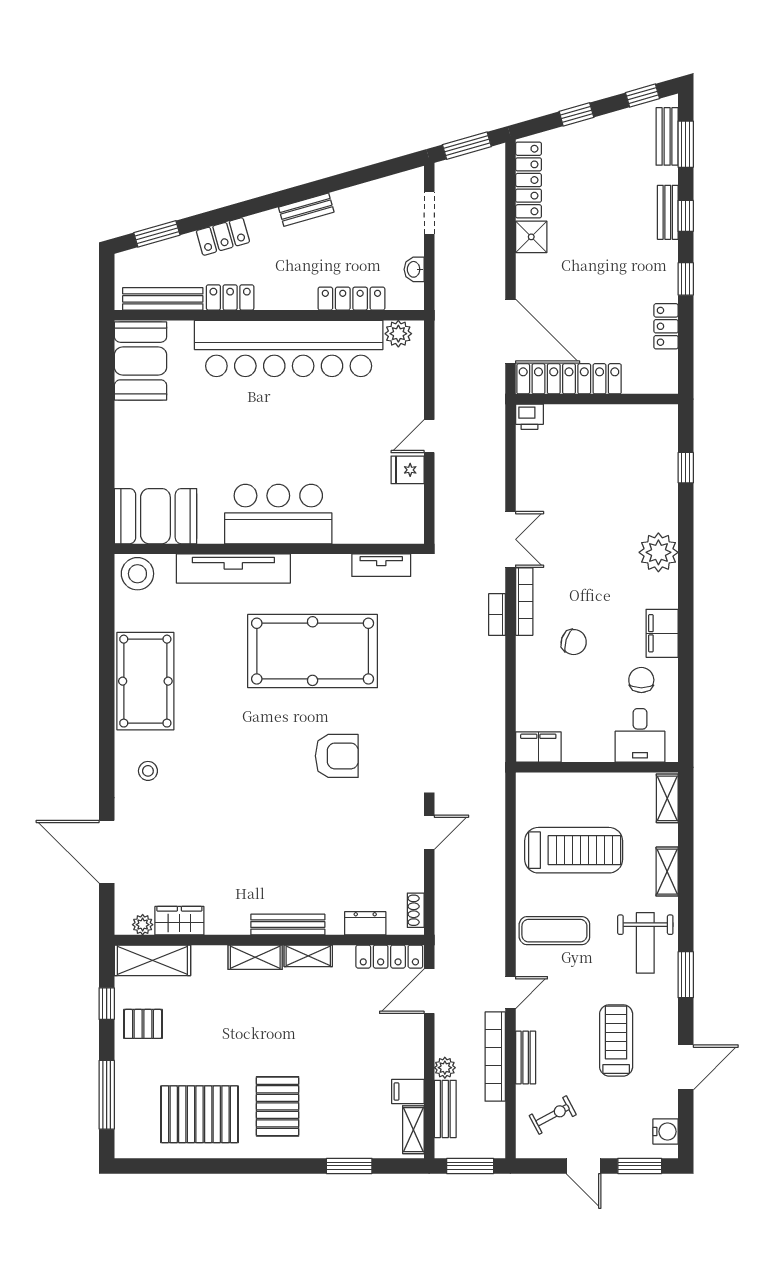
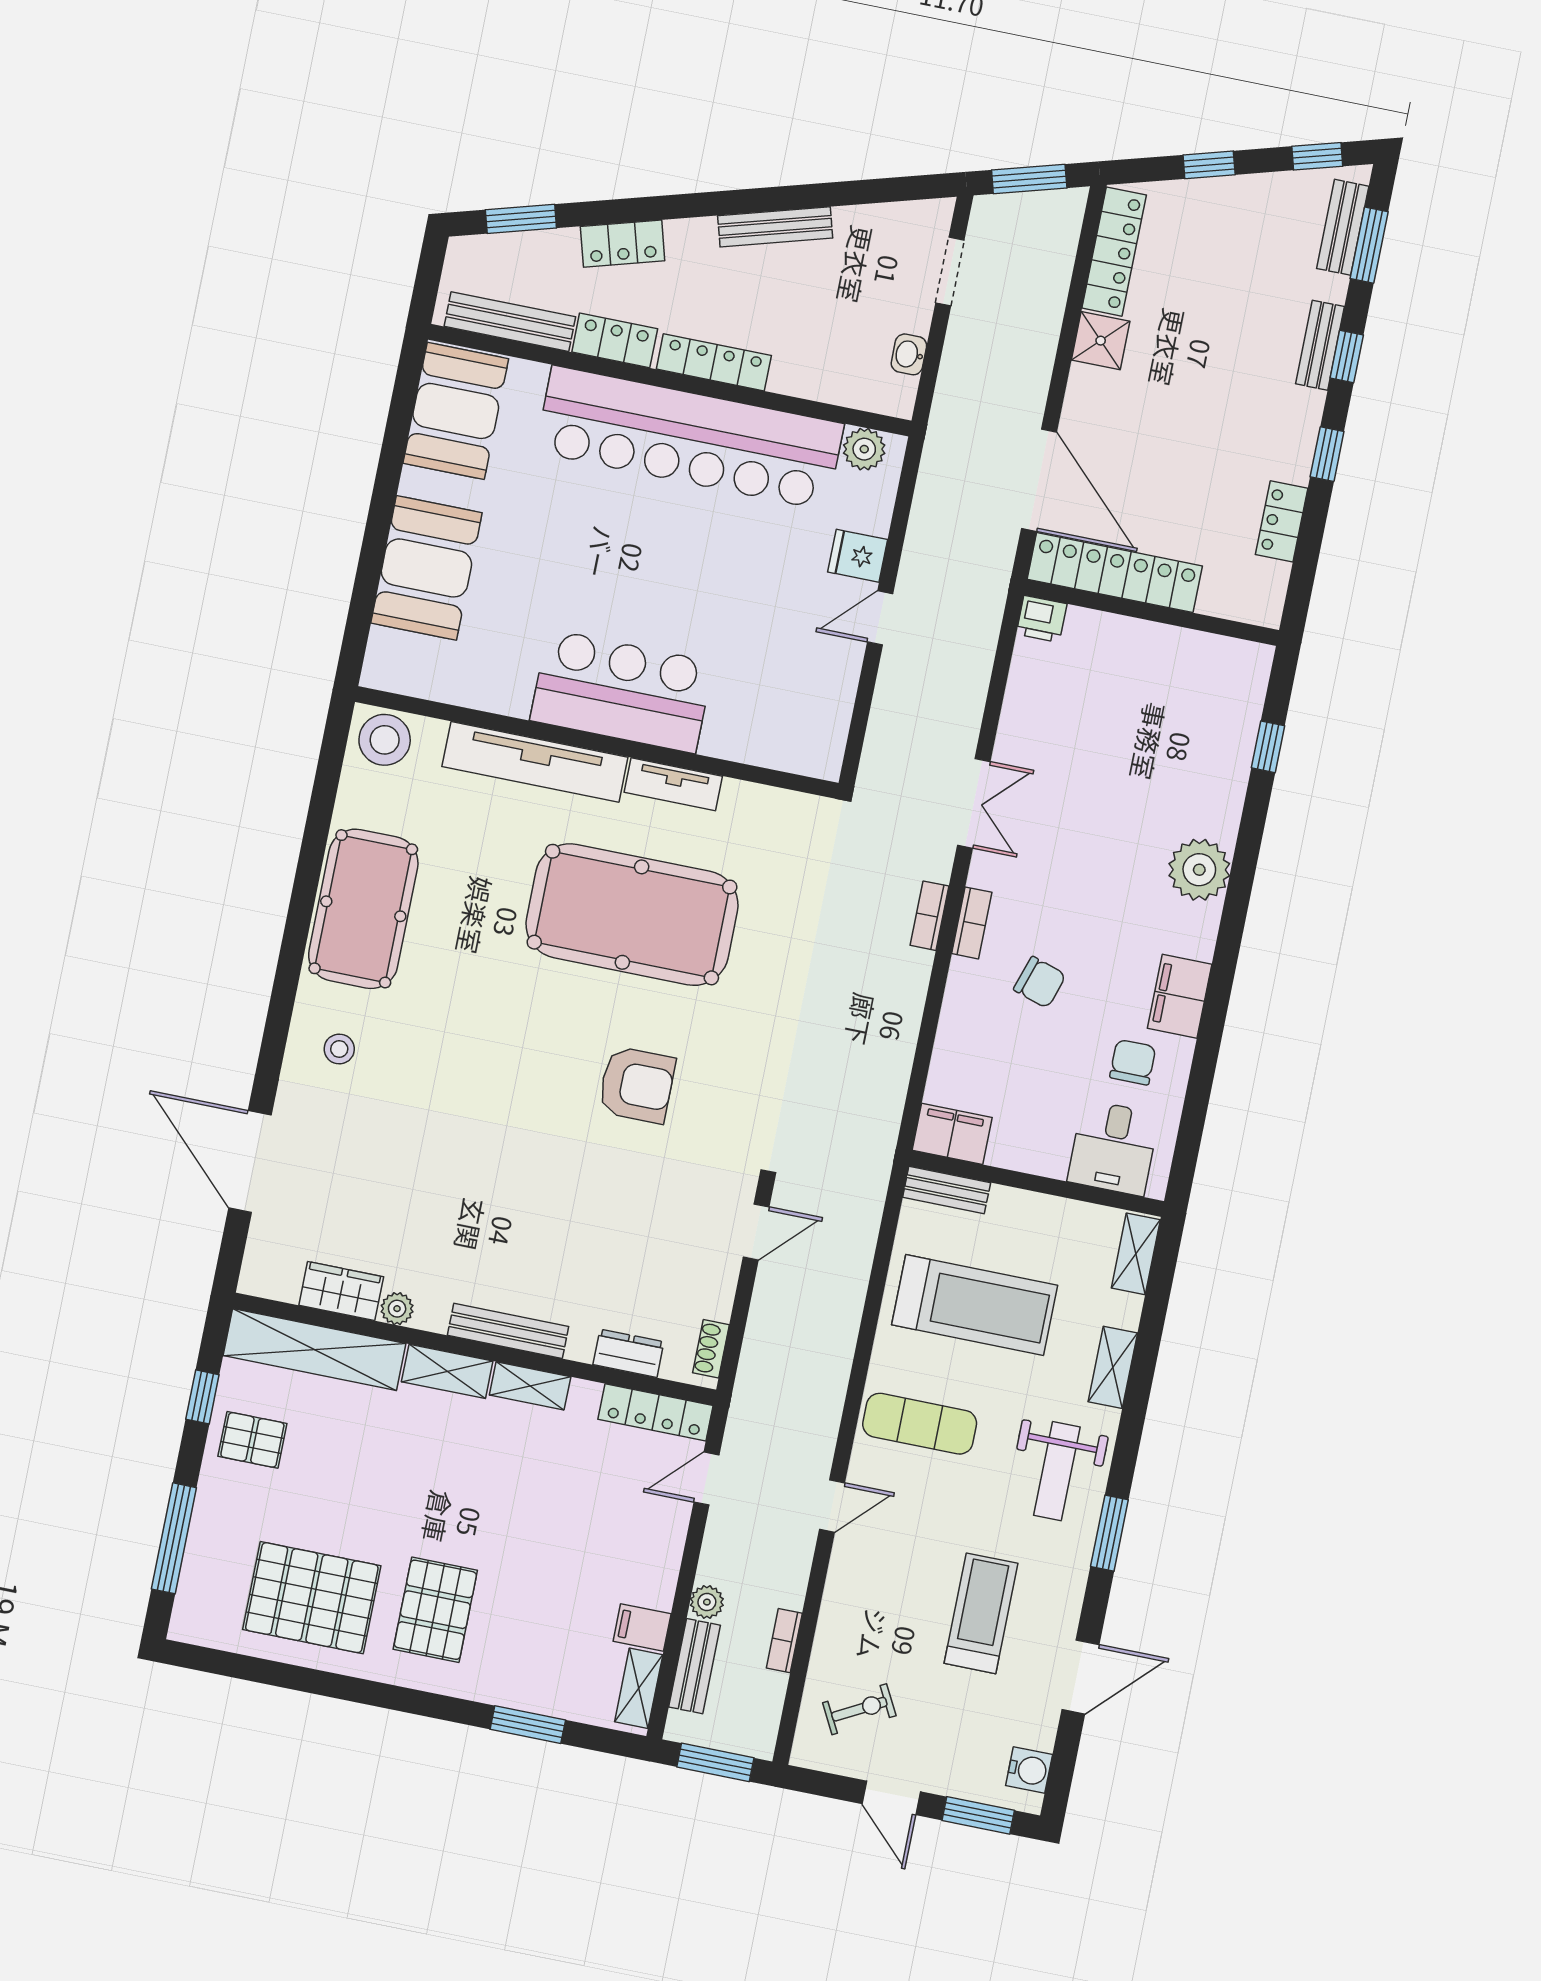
bench: (306, 210) -> (775, 227), width x1.36
locker: (351, 299) -> (714, 362), moved
fridge: (408, 470) -> (858, 556), moved
booth: (155, 516) -> (426, 568), moved, turned 90
tv unit: (381, 565) -> (673, 784), moved
bookcase: (524, 602) -> (972, 923), width x0.64
plant: (143, 925) -> (397, 1309), moved
shelving: (152, 960) -> (314, 1350), width x1.47
door: (429, 991) -> (706, 1479), width x0.73
bookcase: (495, 1057) -> (784, 1641), width x0.43, depth x0.76
bench: (526, 1058) -> (947, 1190), moved, turned 90

